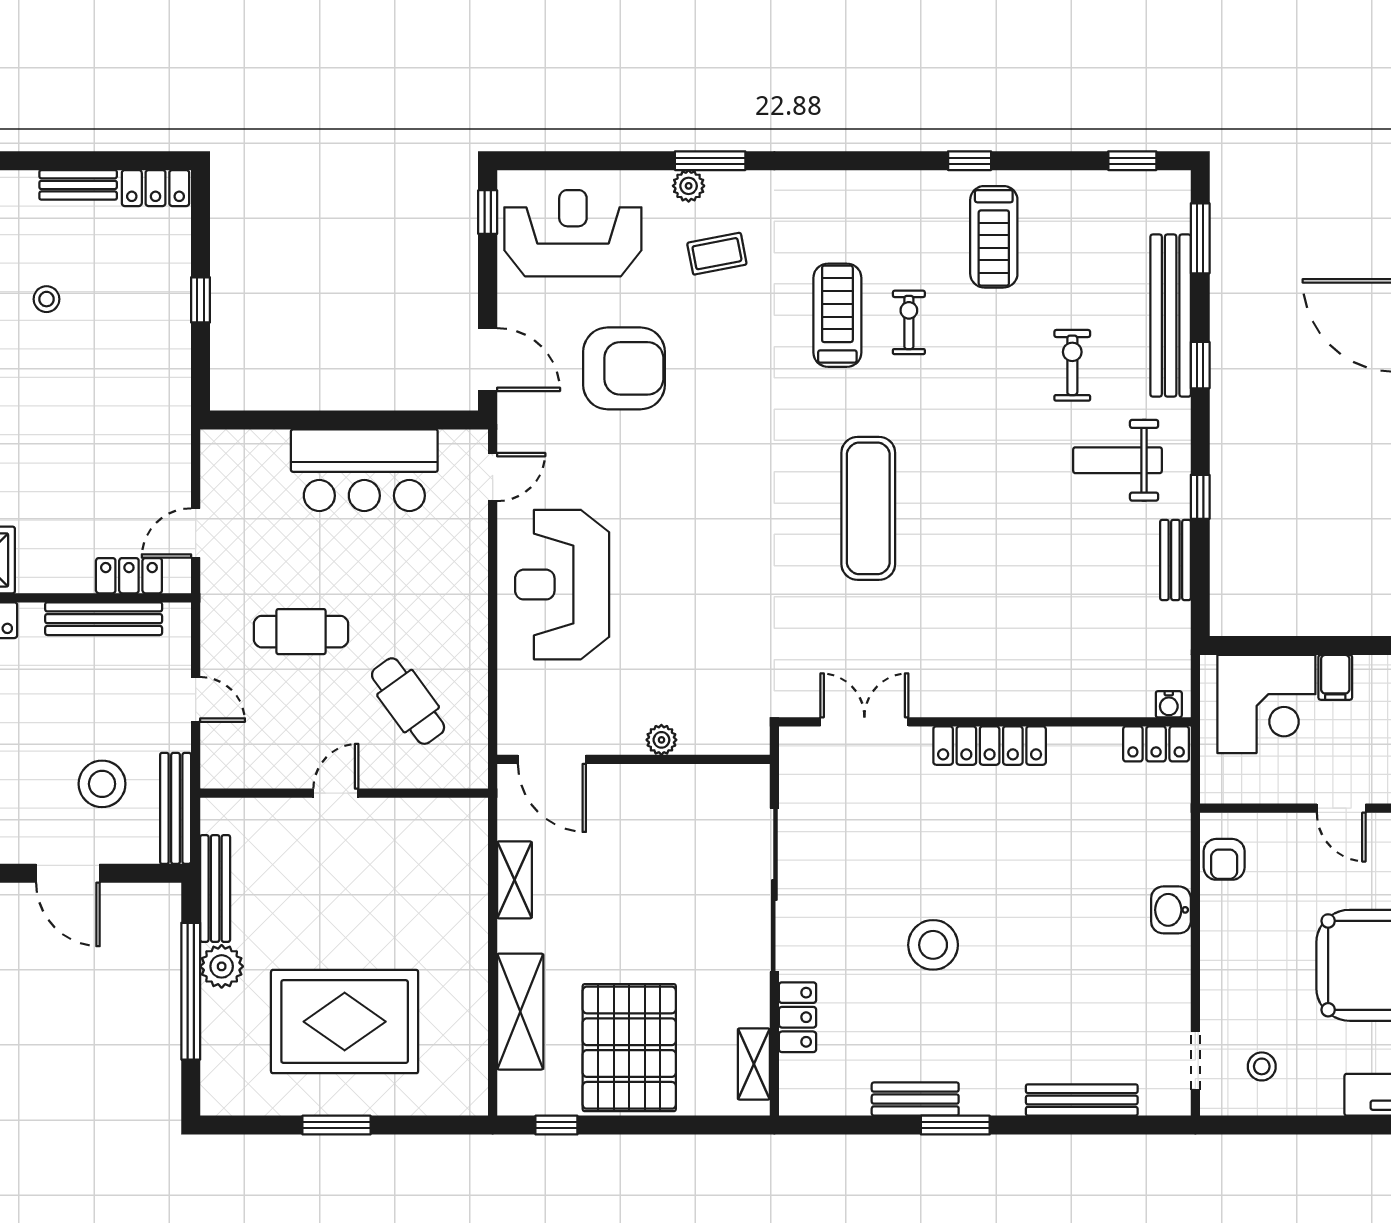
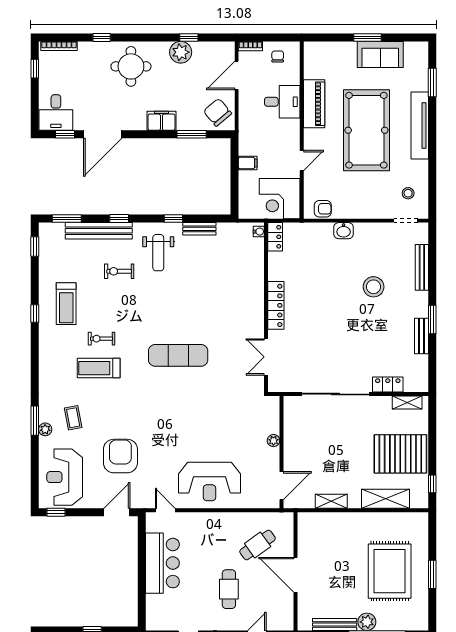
treadmill: (994, 237) -> (66, 304), turned 90
corner desk: (1266, 704) -> (280, 199), moved, turned 180
door: (336, 793) -> (295, 575), width x1.88
stool: (933, 945) -> (374, 287), moved

